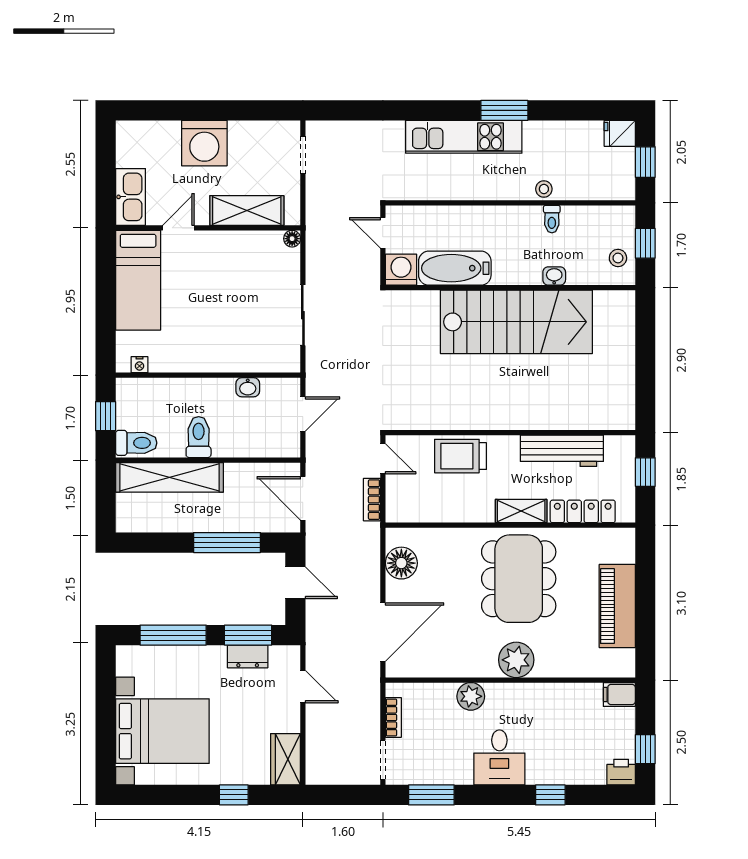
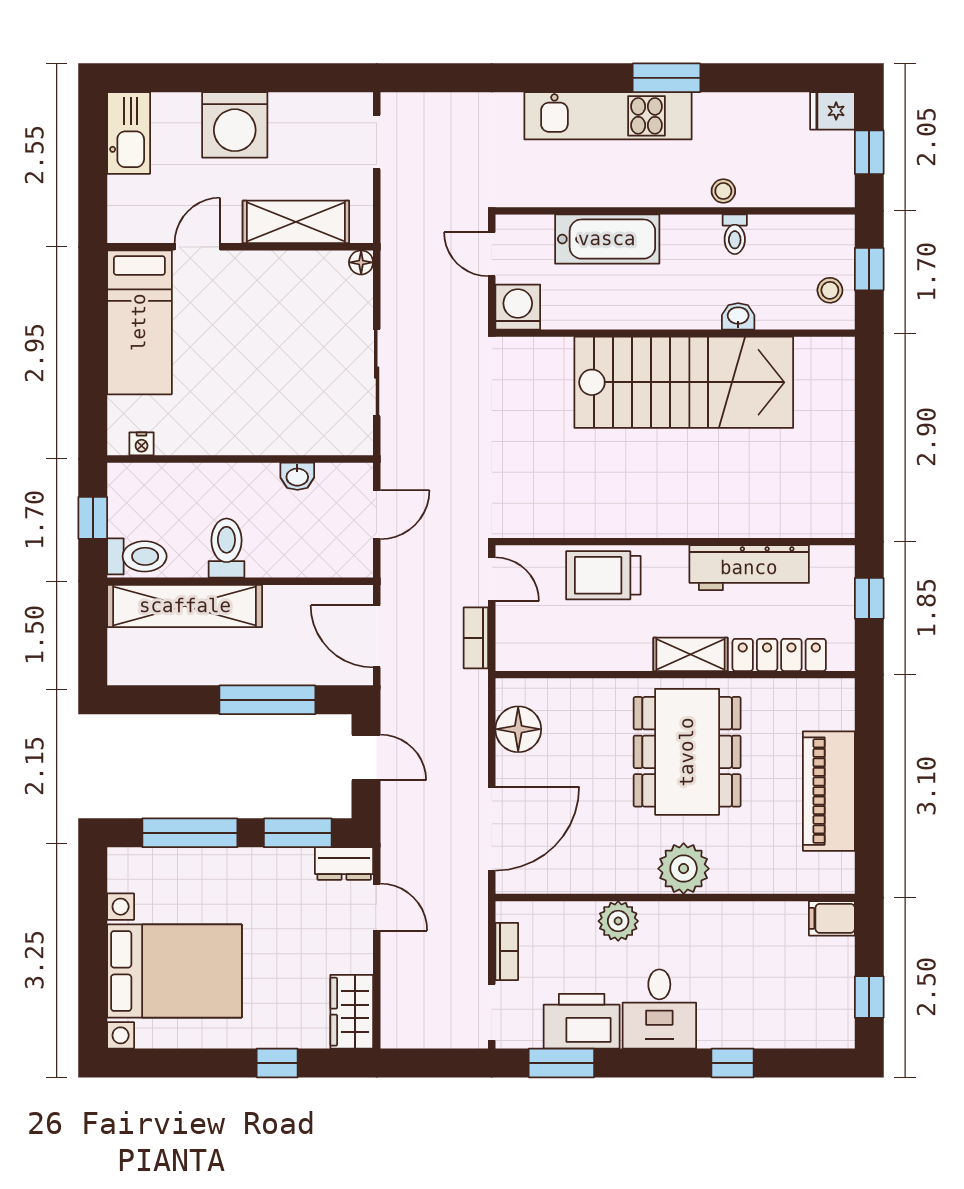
kitchen sink: (130, 197) -> (129, 133), moved
bathtub: (455, 268) -> (607, 239), moved, turned 180
dresser: (248, 656) -> (344, 864), moved
printer: (621, 772) -> (582, 1021), moved, width x1.87, depth x1.48

